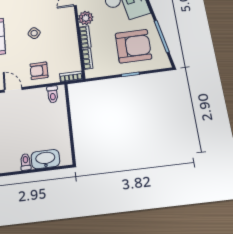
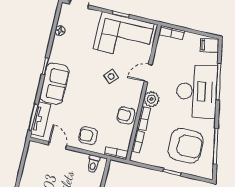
side table: (34, 33) -> (111, 76), moved
armchair: (68, 40) -> (126, 115), added

